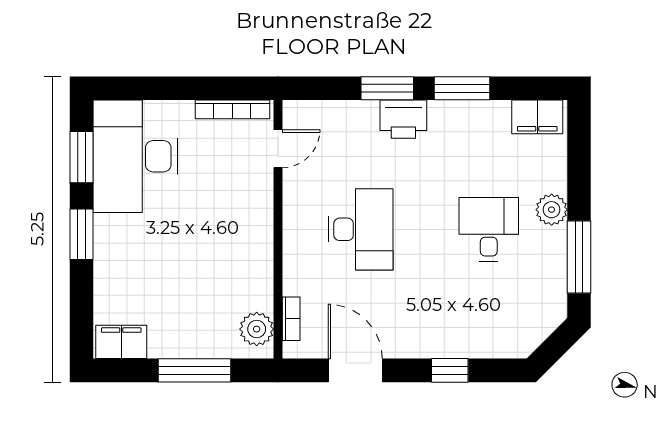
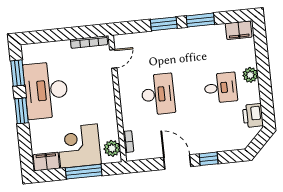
printer: (403, 119) -> (253, 115), moved, turned 90
desk: (135, 156) -> (46, 90), moved
desk: (489, 229) -> (221, 88), turned 90
window: (579, 257) -> (266, 97), removed
corner desk: (190, 317) -> (79, 146), added
door: (355, 370) -> (177, 162), moved

